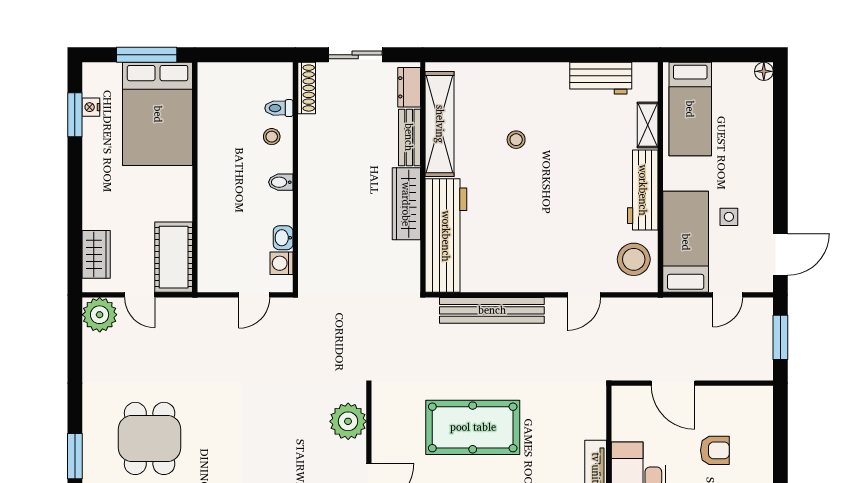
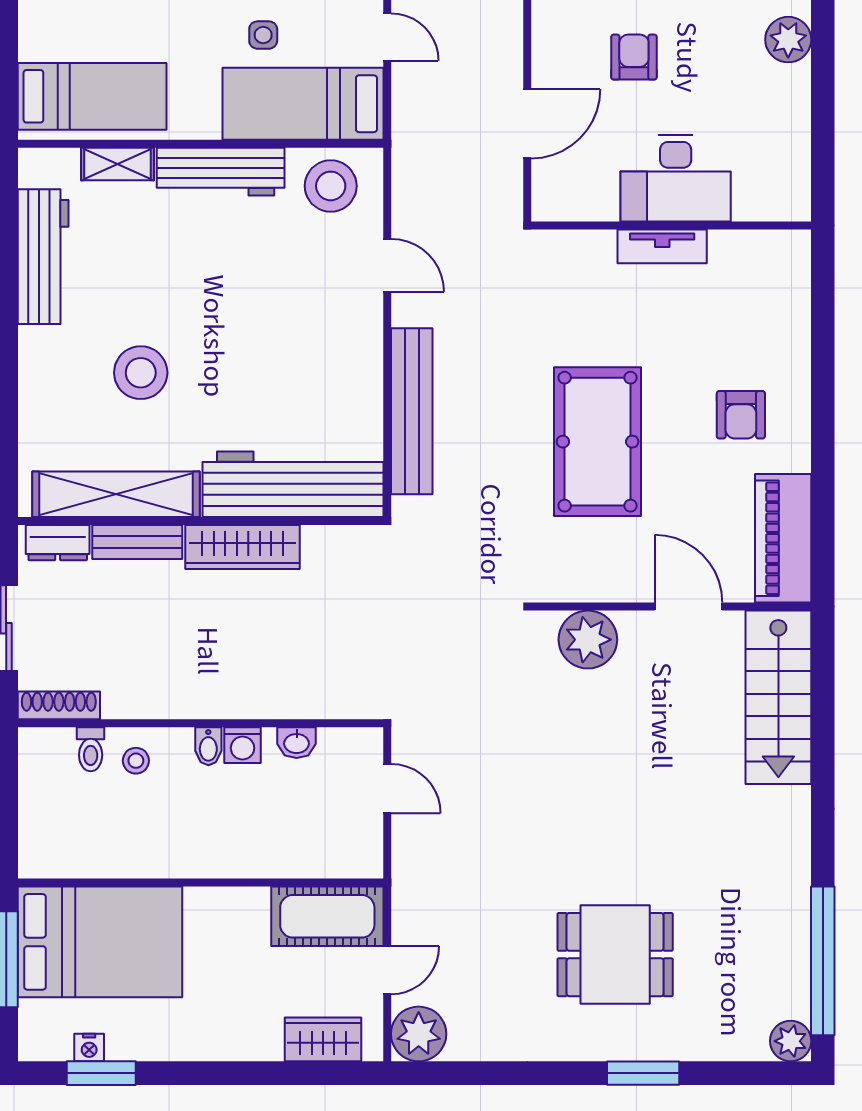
workbench: (601, 78) -> (43, 257), width x1.38
stool: (516, 140) -> (141, 373), width x1.89, depth x1.89
washing machine: (281, 263) -> (243, 745), moved

